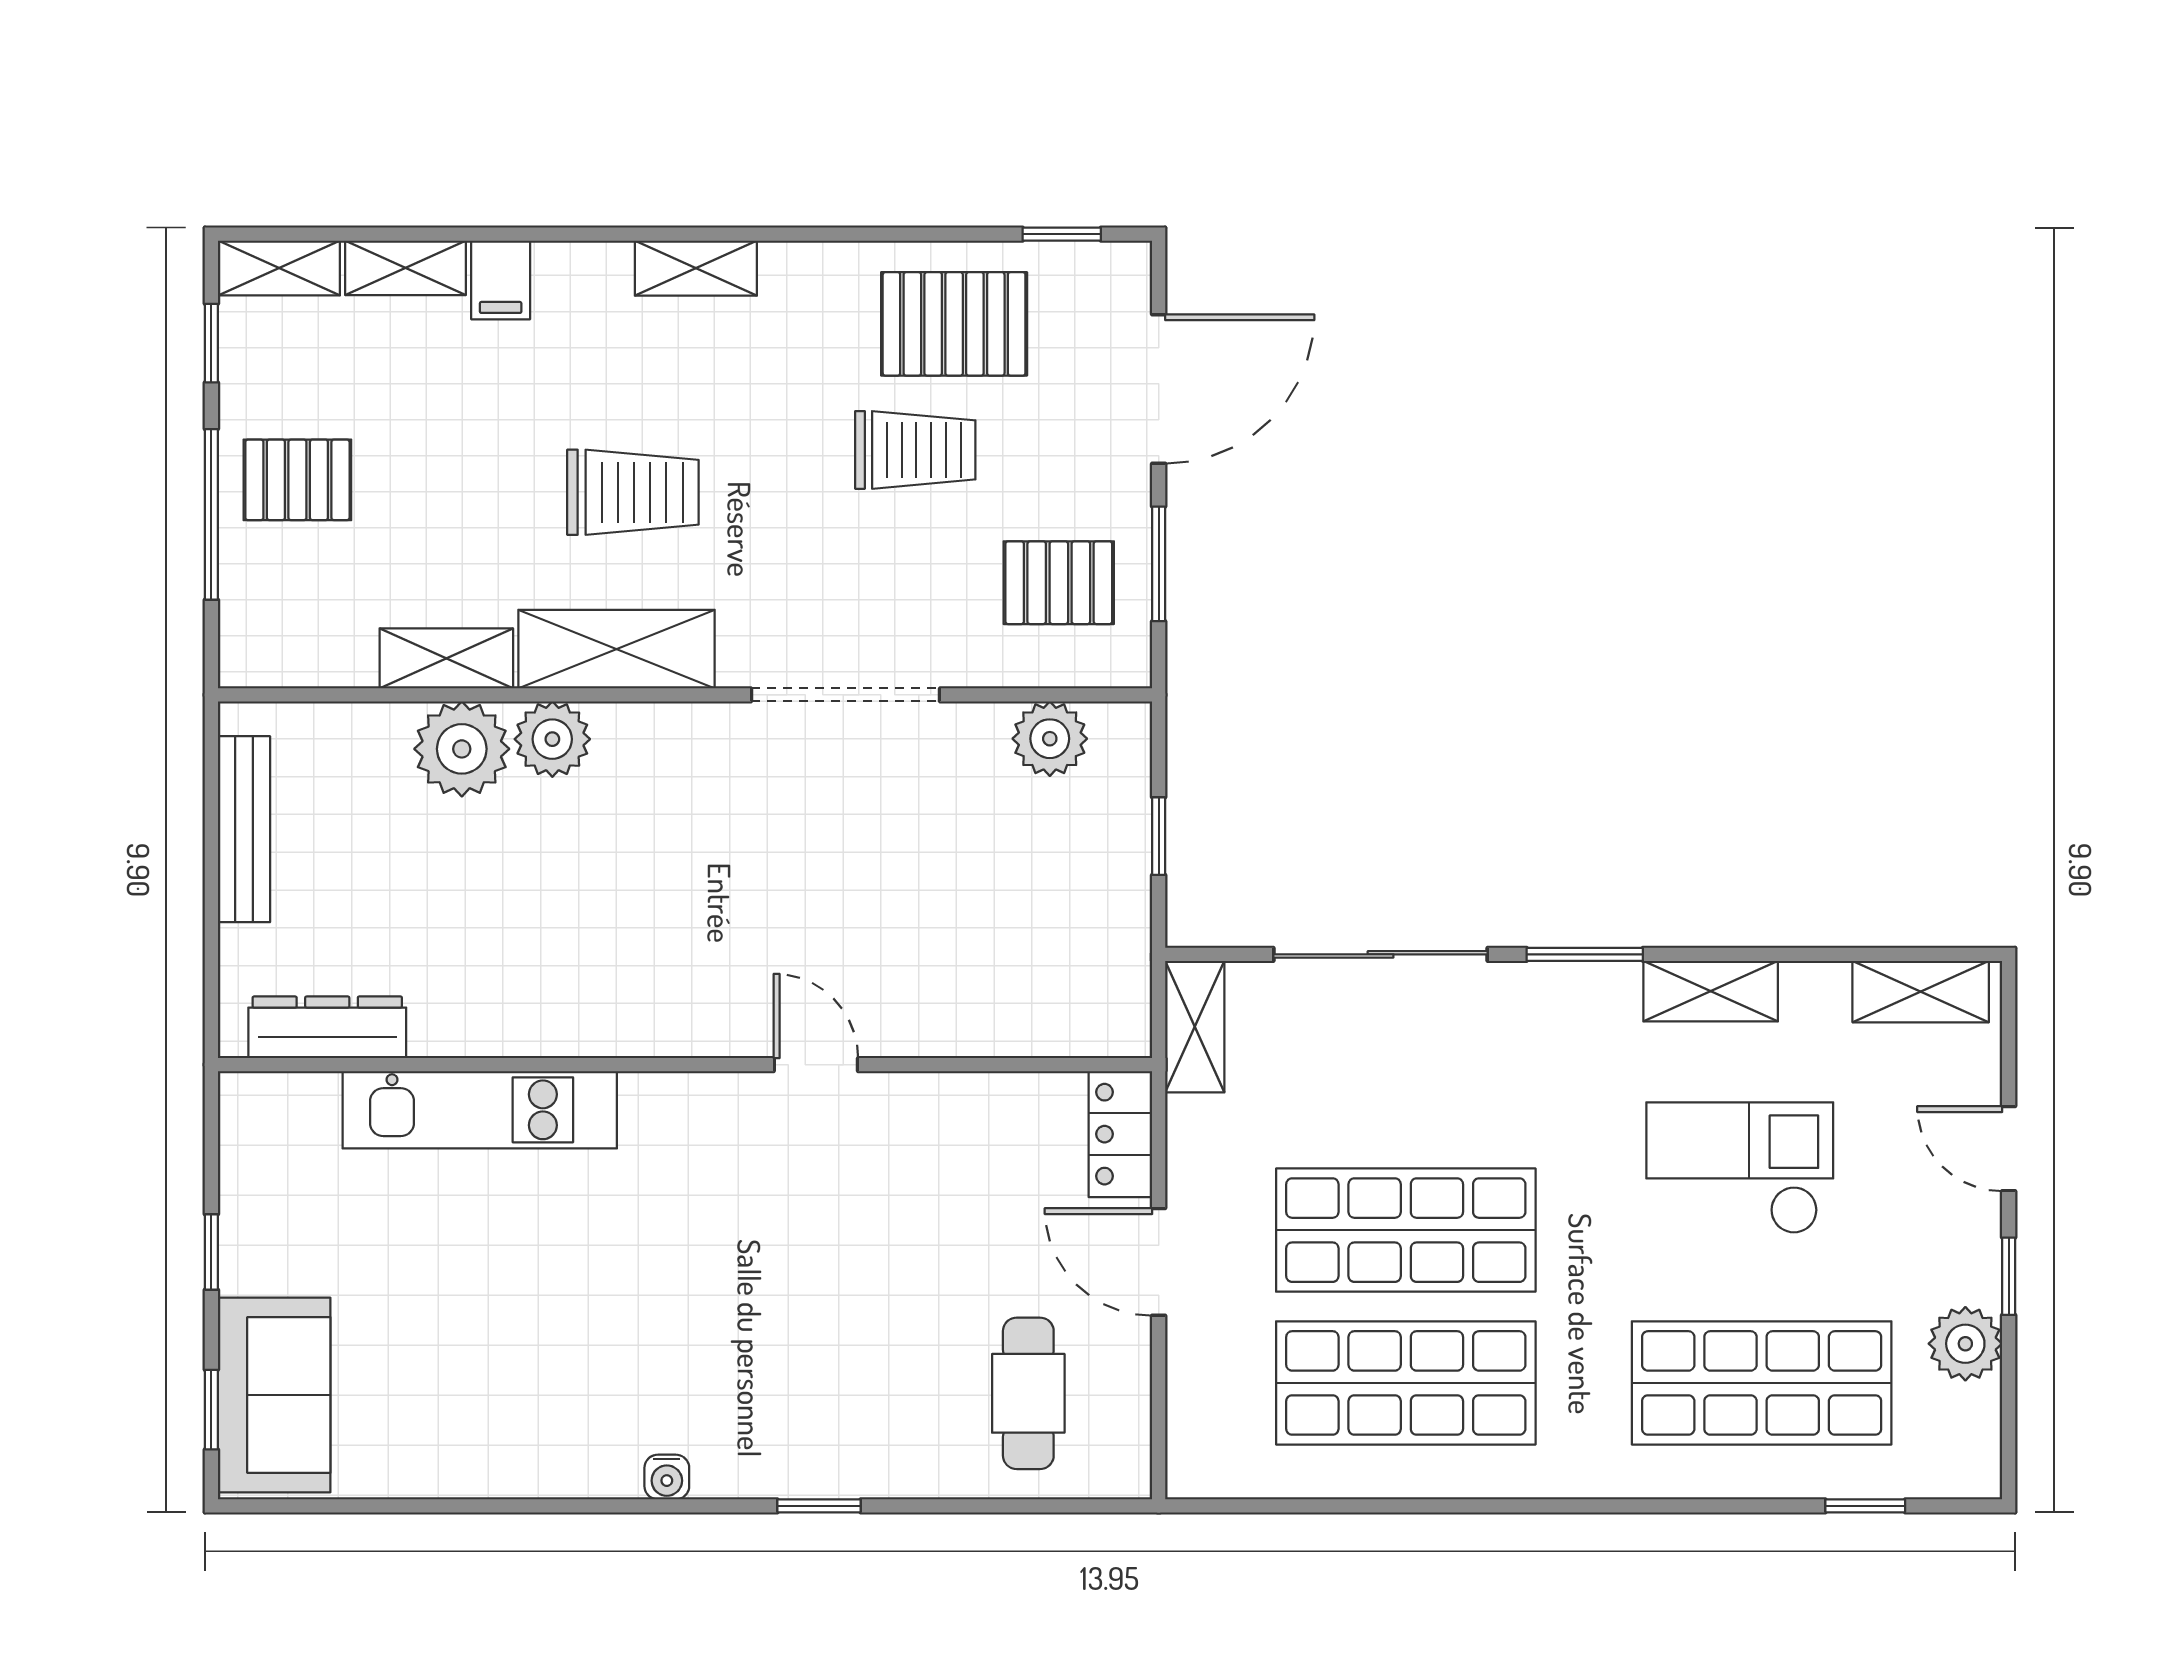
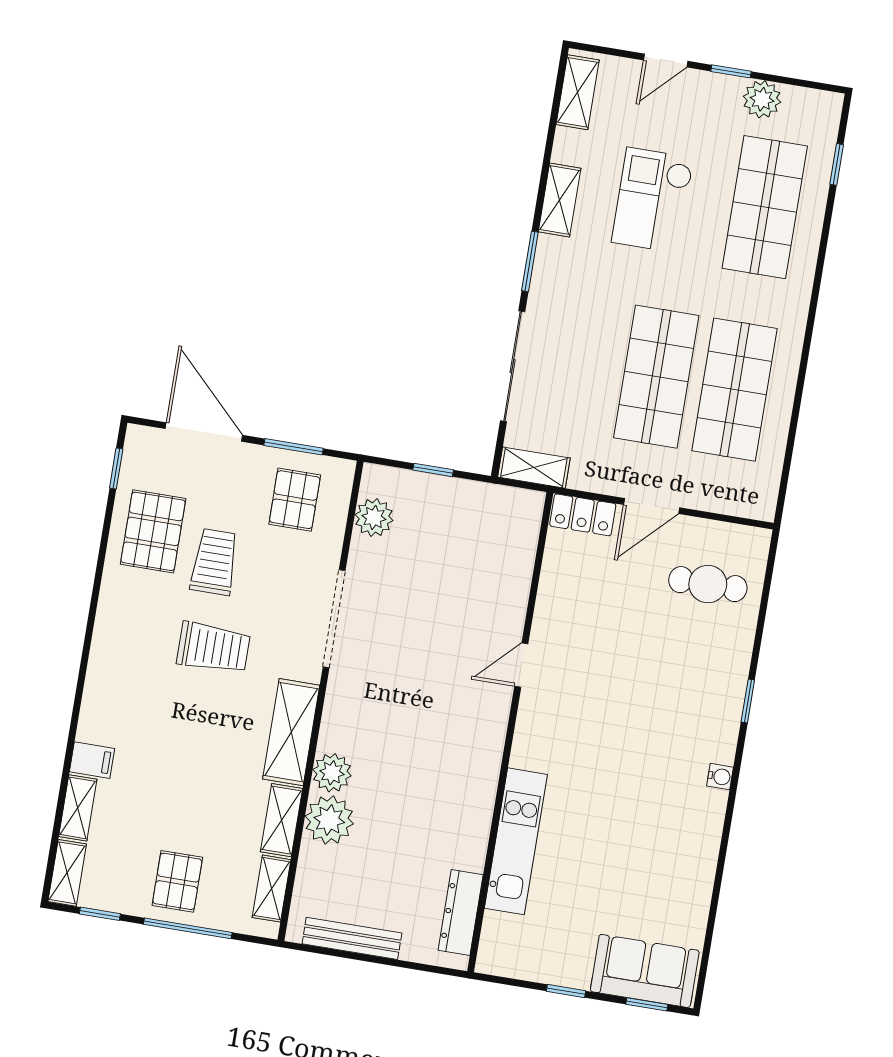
shelving: (696, 268) -> (272, 889), moved
trolley: (633, 492) -> (213, 648), moved, turned 90

